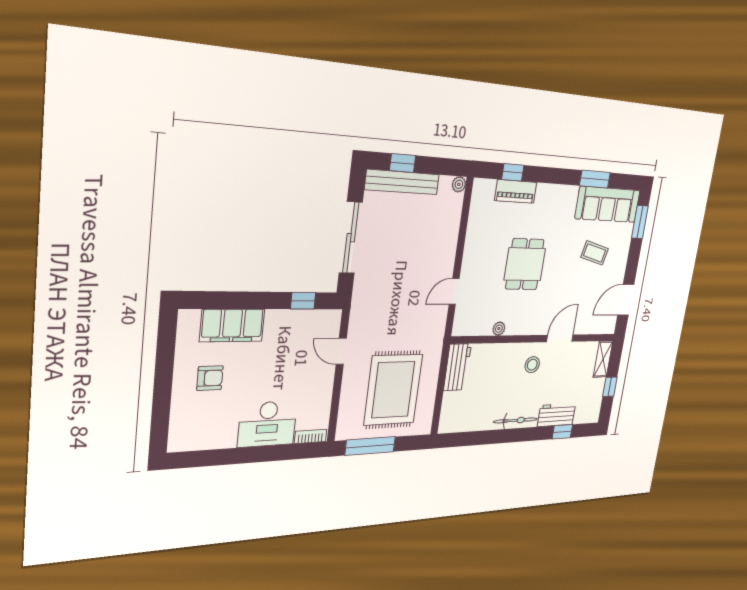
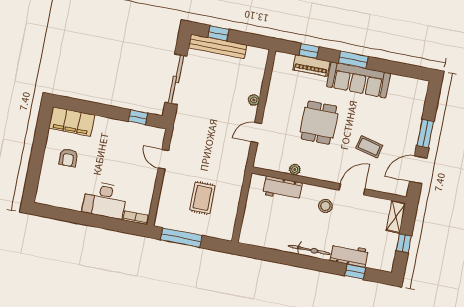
window: (595, 179) -> (353, 60), moved
plant: (459, 184) -> (254, 100), moved
sofa: (608, 204) -> (358, 80), moved
window: (640, 222) -> (425, 133), moved
coffee table: (595, 253) -> (369, 147), moved
filing cabinet: (232, 325) -> (72, 122), moved
workbench: (457, 367) -> (282, 189), moved, turned 90
armchair: (210, 378) -> (68, 158), turned 90
rug: (393, 390) -> (202, 198), width x0.54, depth x0.49

